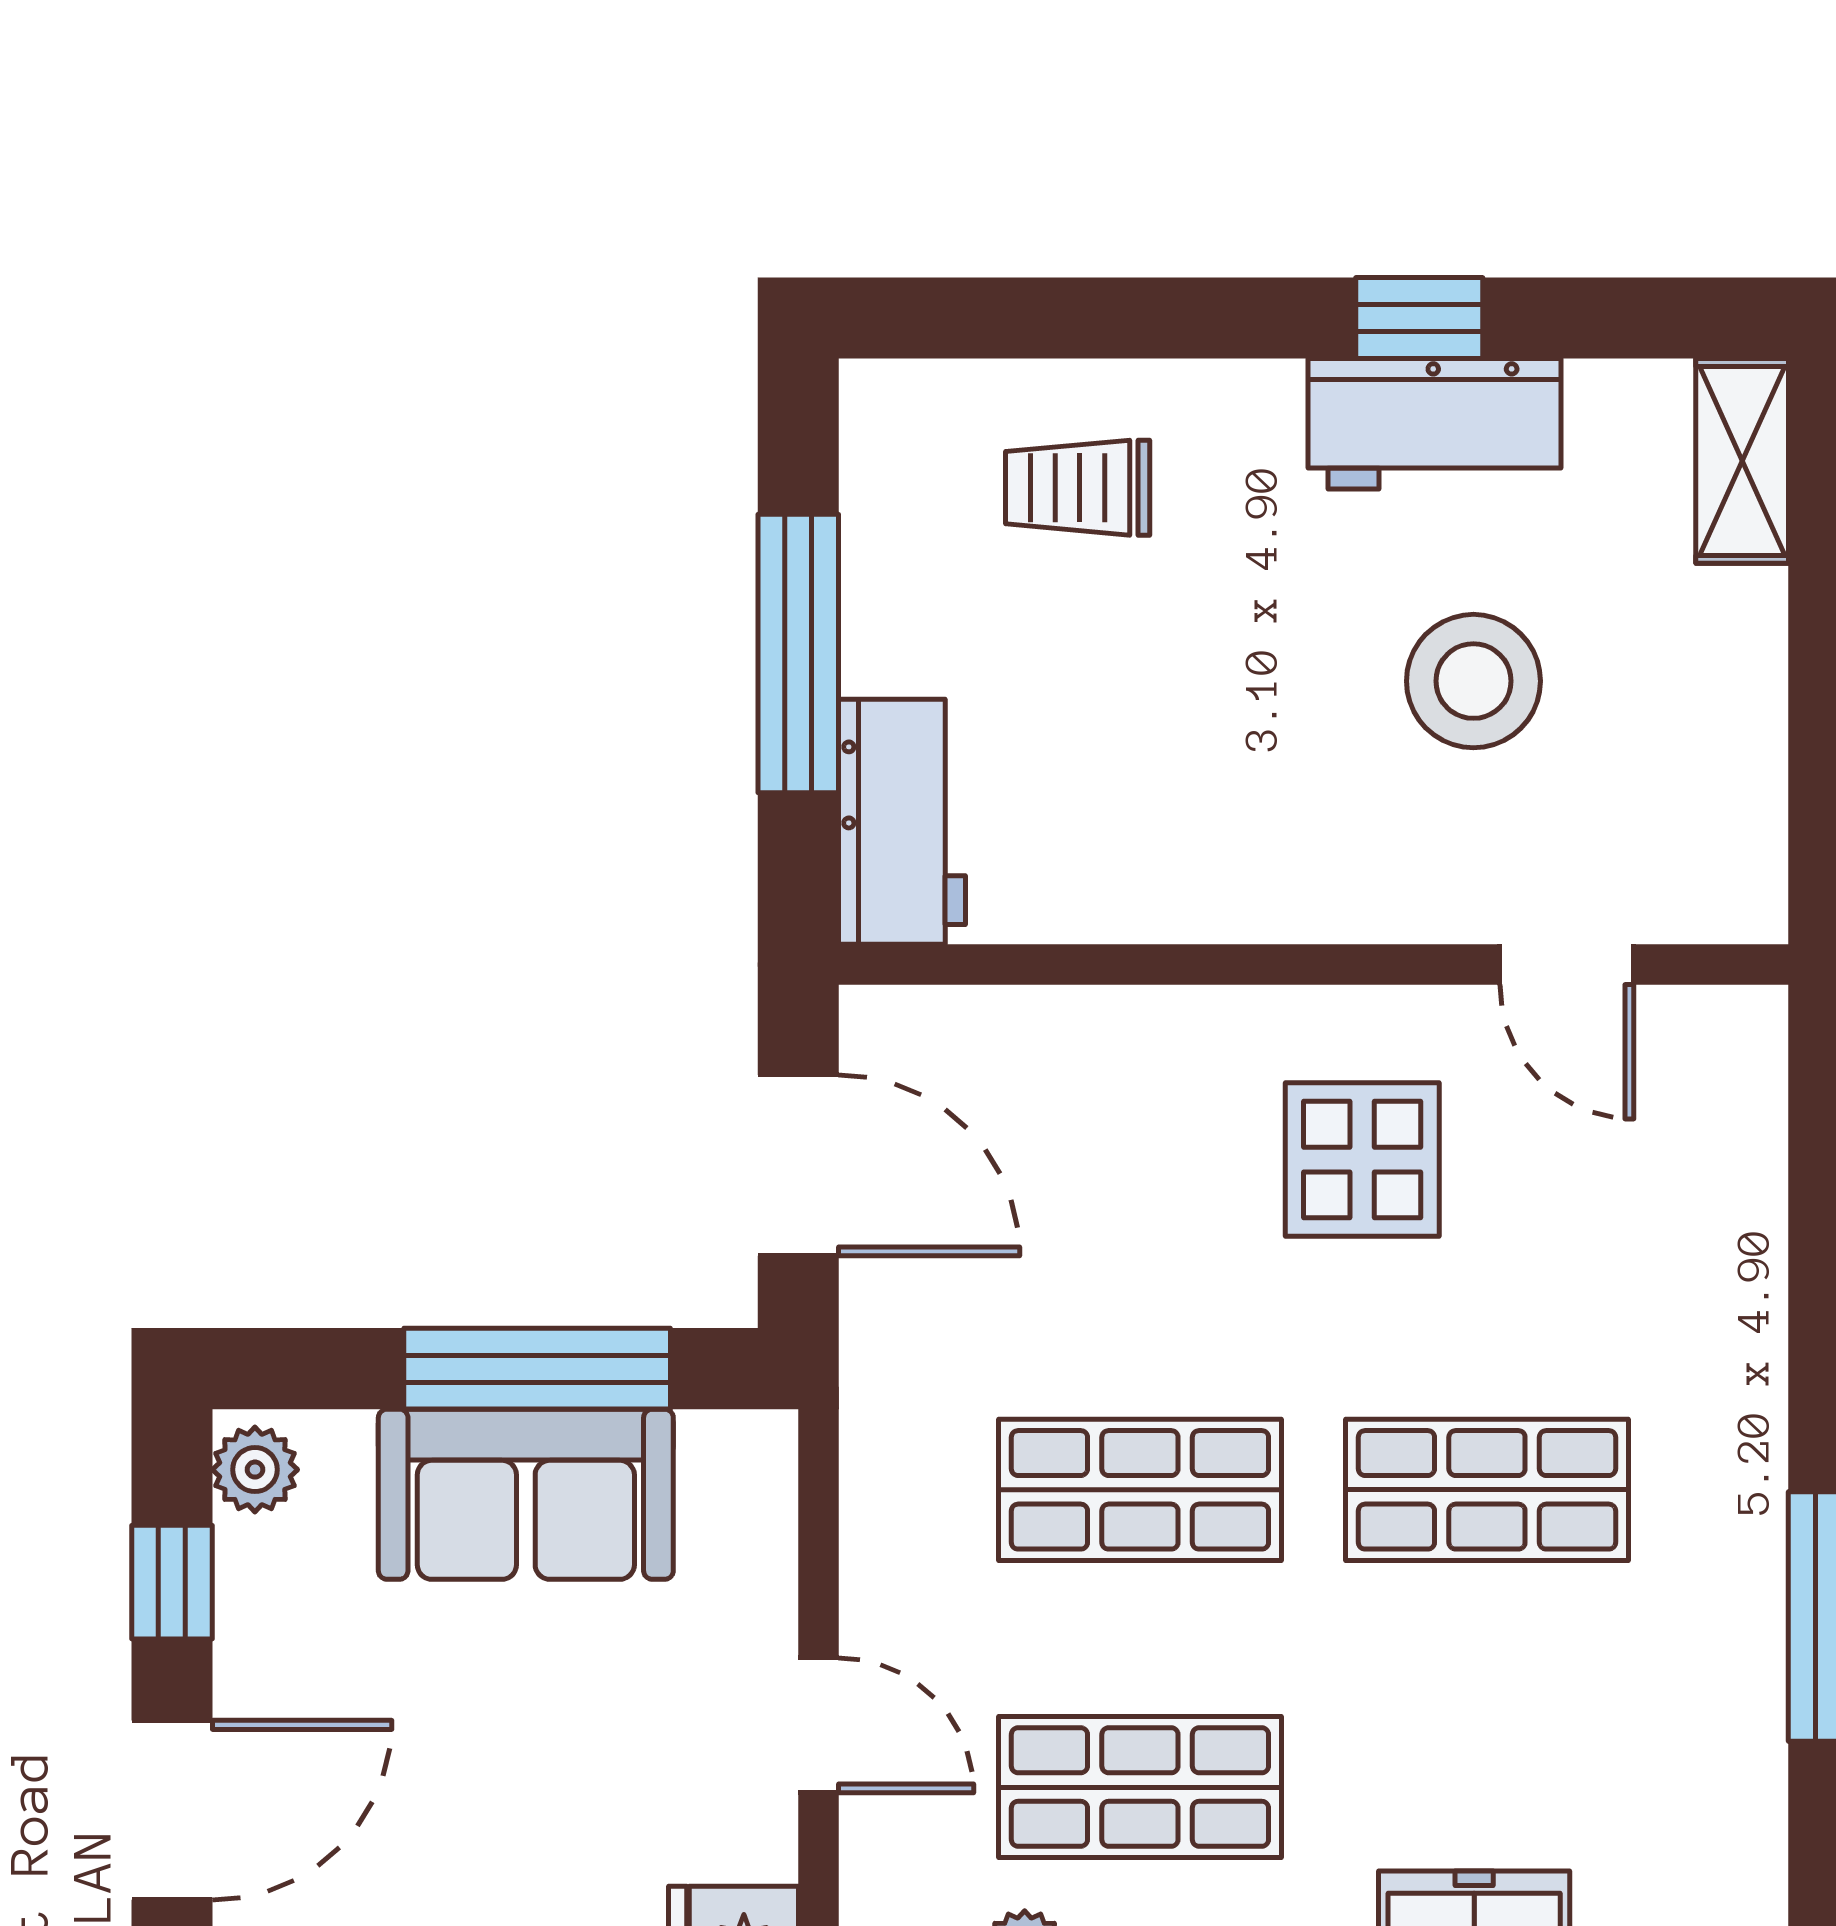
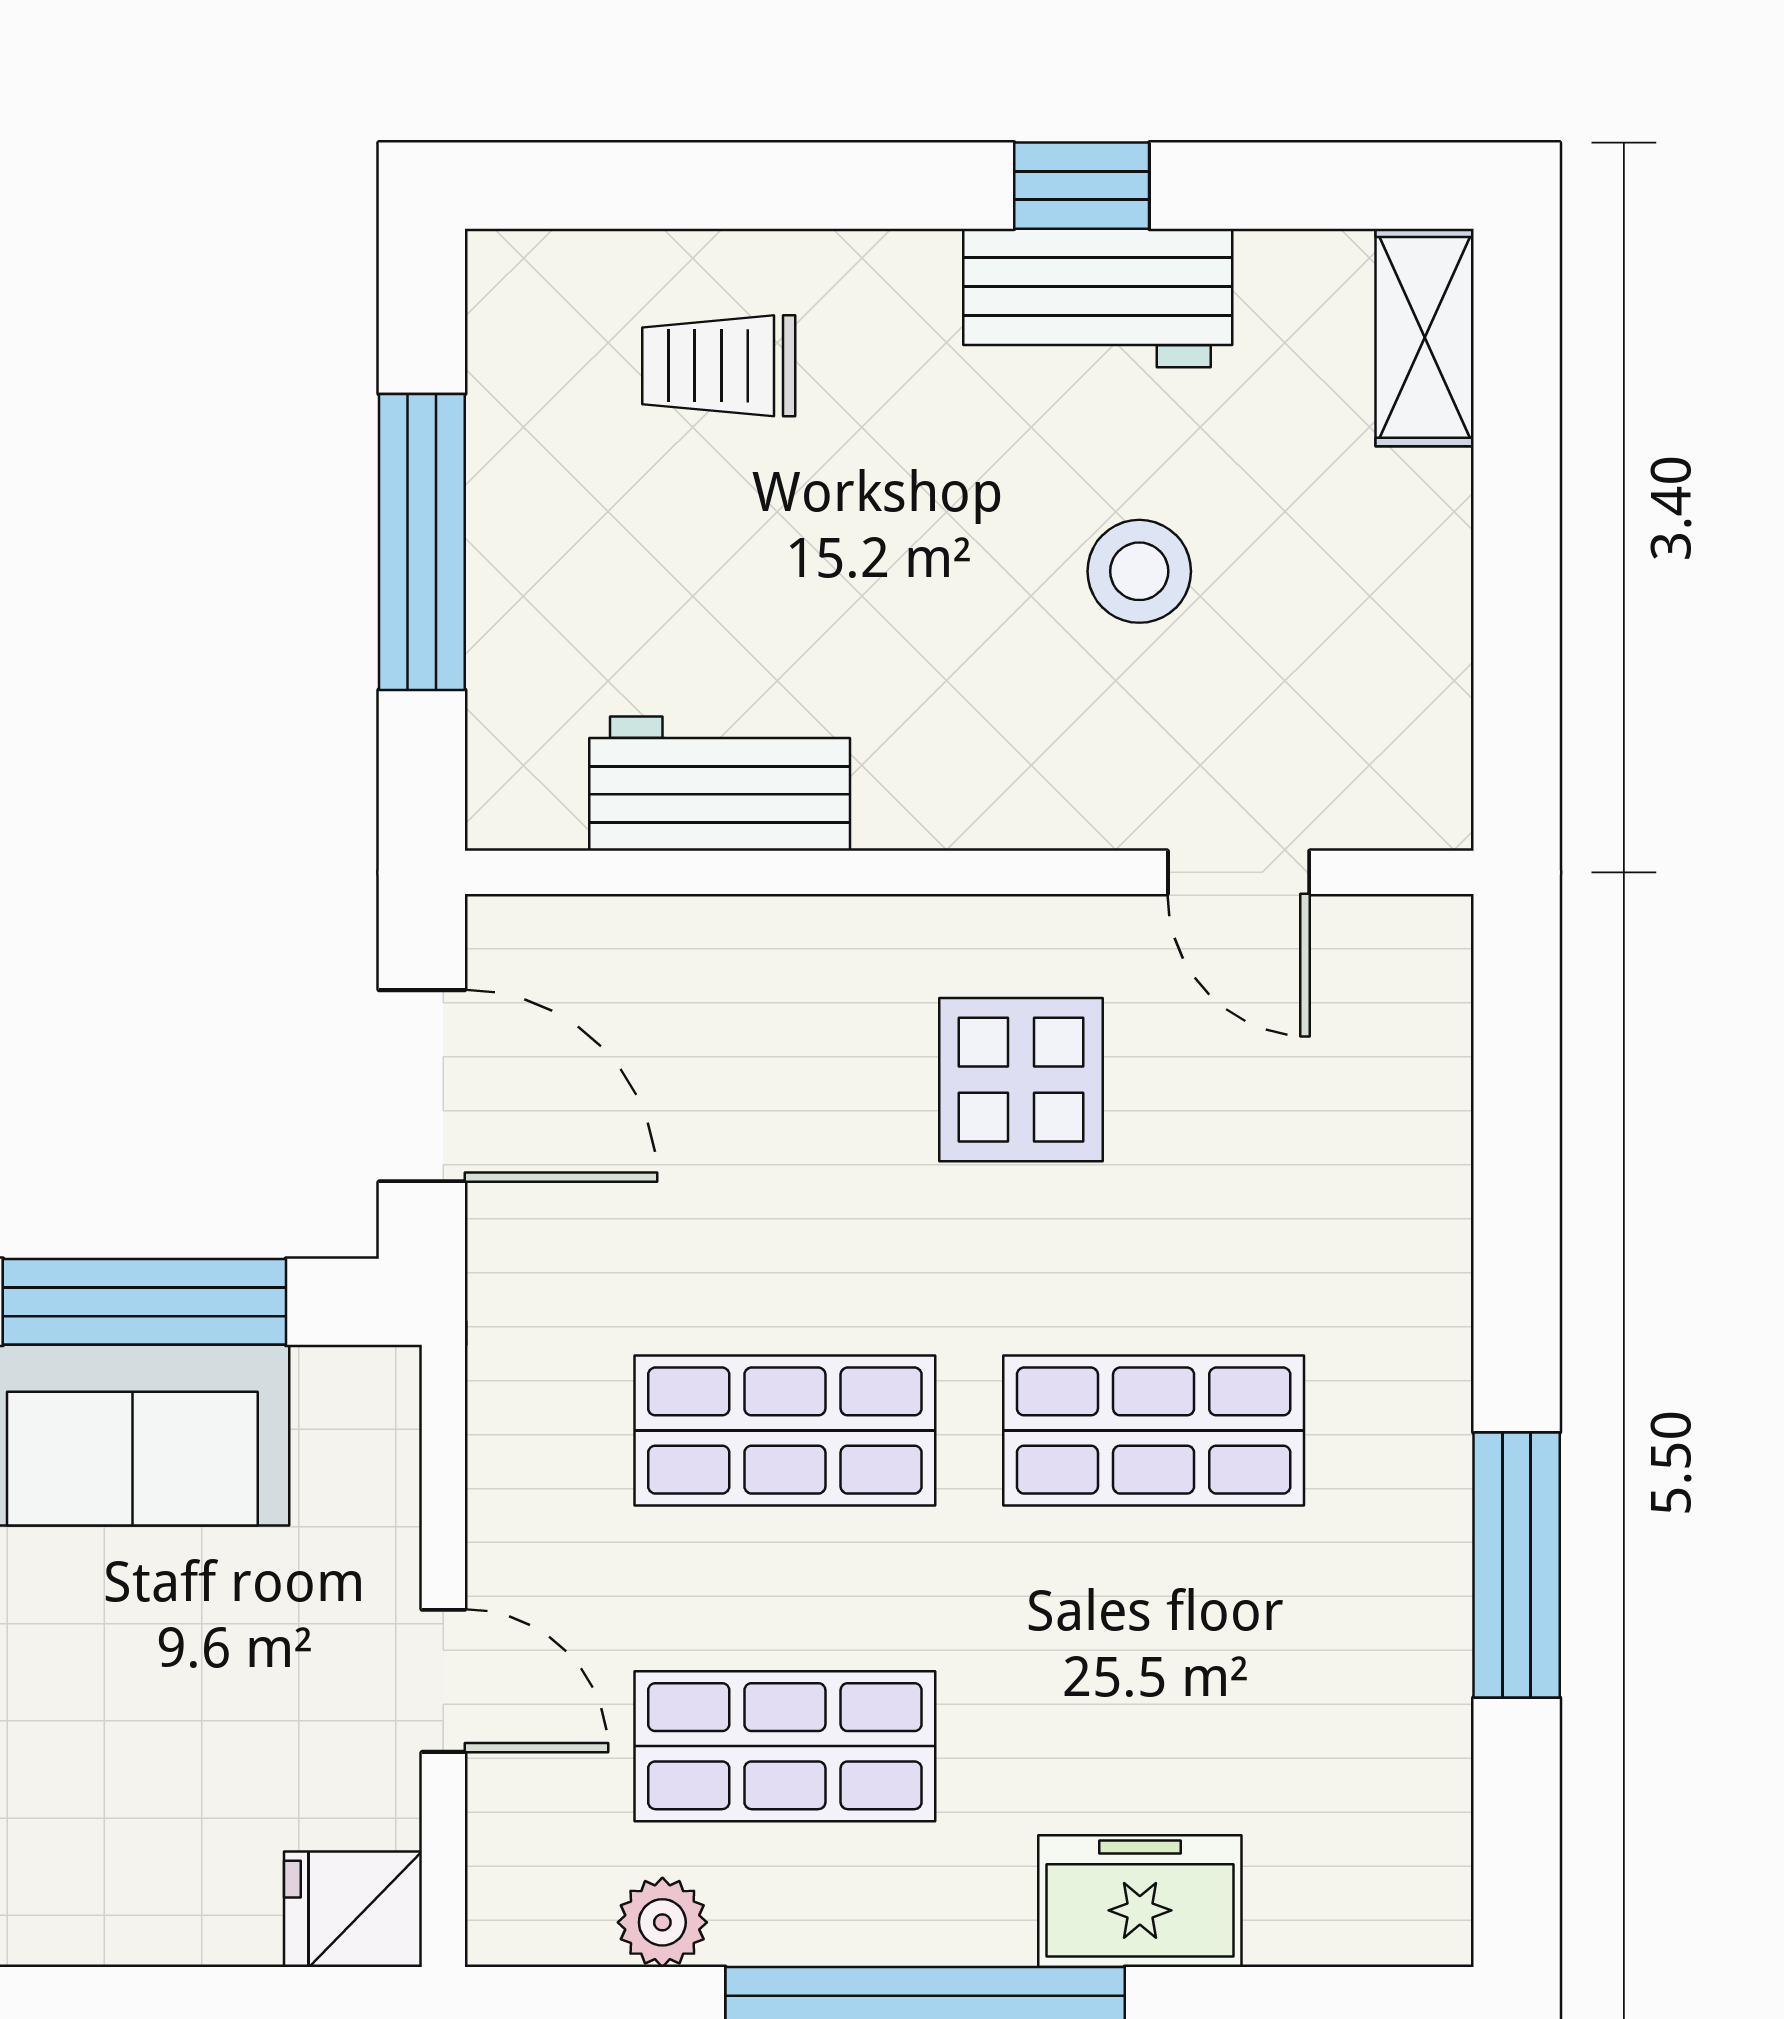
stool: (1473, 681) -> (1139, 571), width x0.73, depth x0.73
workbench: (902, 822) -> (720, 784), moved, turned -90

